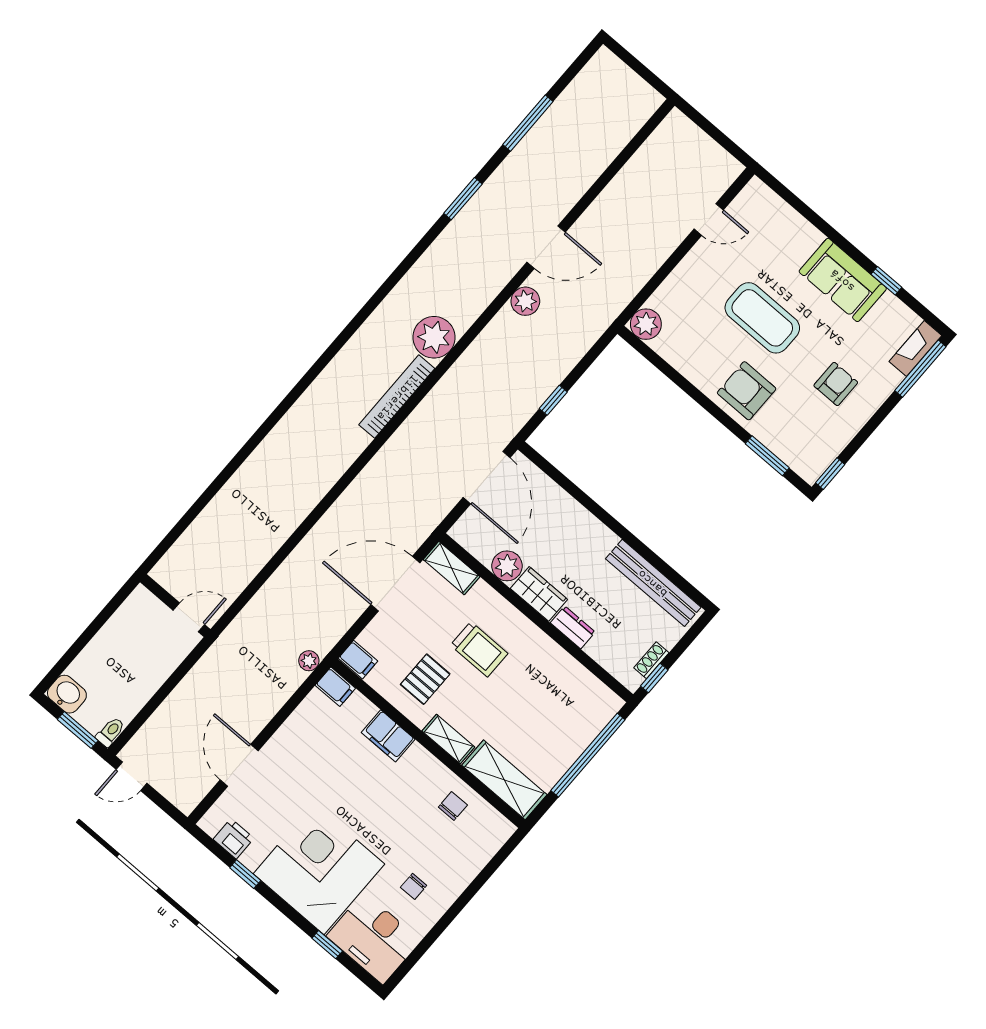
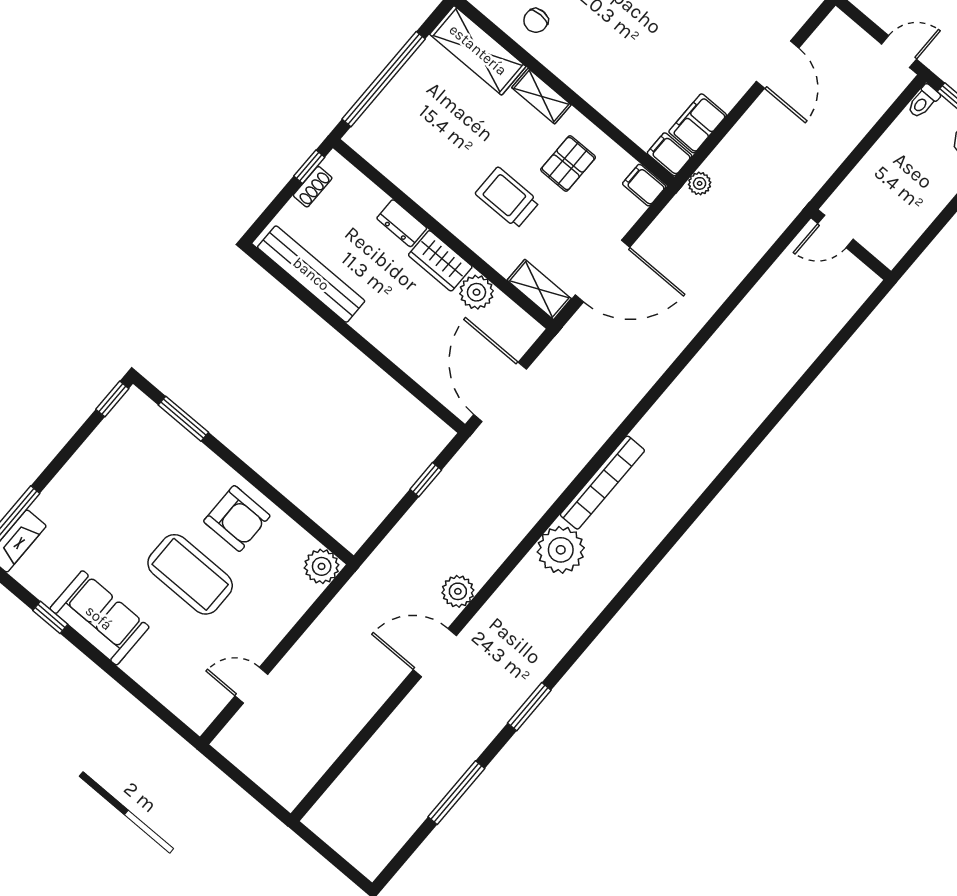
armchair: (836, 384) -> (107, 500), removed
armchair: (747, 391) -> (237, 519), moved
filing cabinet: (388, 736) -> (698, 123), moved, turned -90

